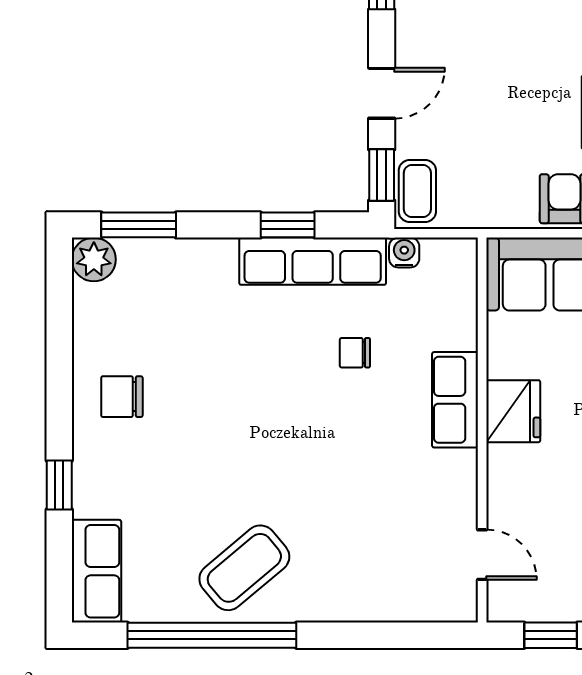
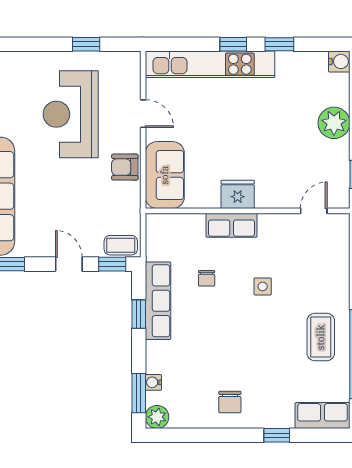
water cooler: (404, 253) -> (153, 382), moved
side table: (340, 458) -> (263, 286), added
coffee table: (244, 568) -> (321, 337), turned 40

